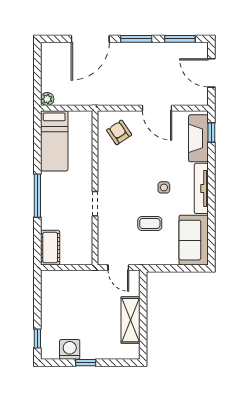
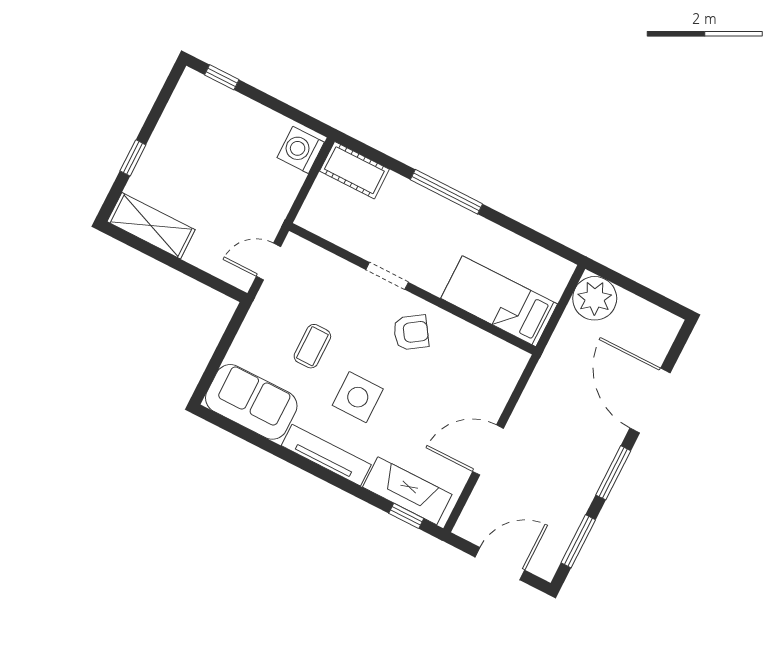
plant: (47, 99) -> (595, 298), width x1.87, depth x1.87
armchair: (119, 132) -> (411, 332), moved
bed: (54, 141) -> (499, 301), moved
side table: (164, 187) -> (358, 397), width x1.87, depth x1.87
shelving: (130, 320) -> (151, 226), moved
washing machine: (70, 349) -> (301, 150), moved, turned 180
window: (86, 363) -> (133, 158), moved

